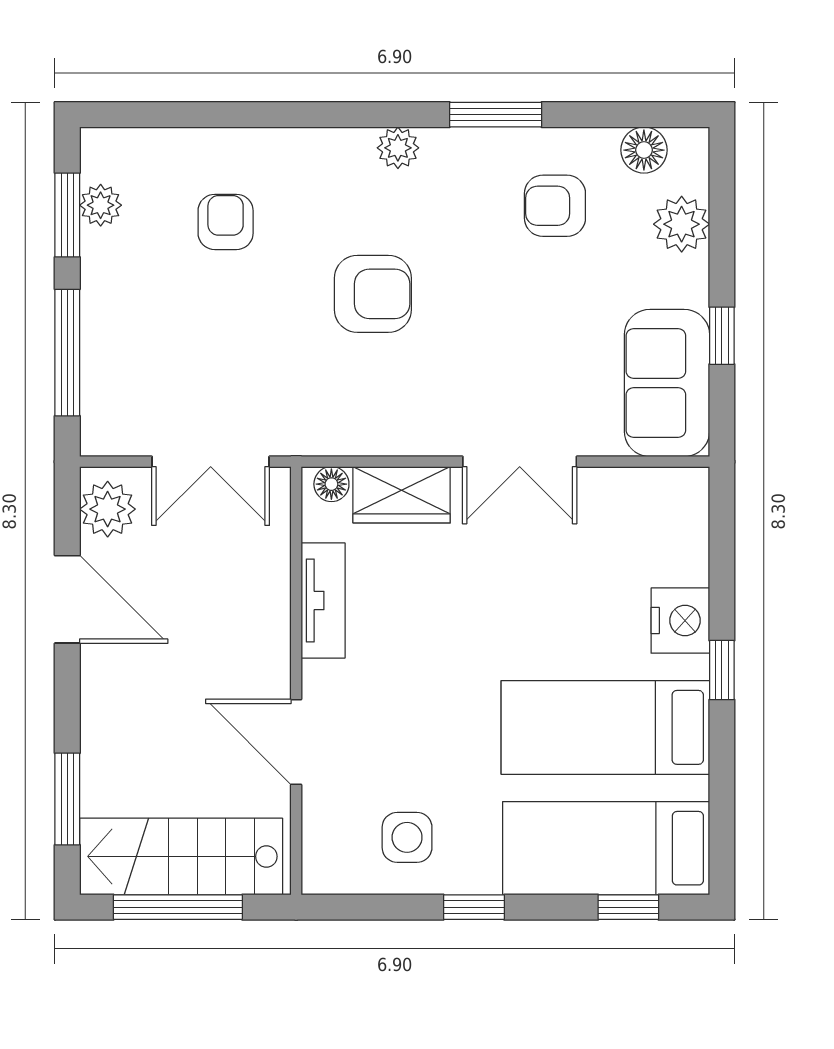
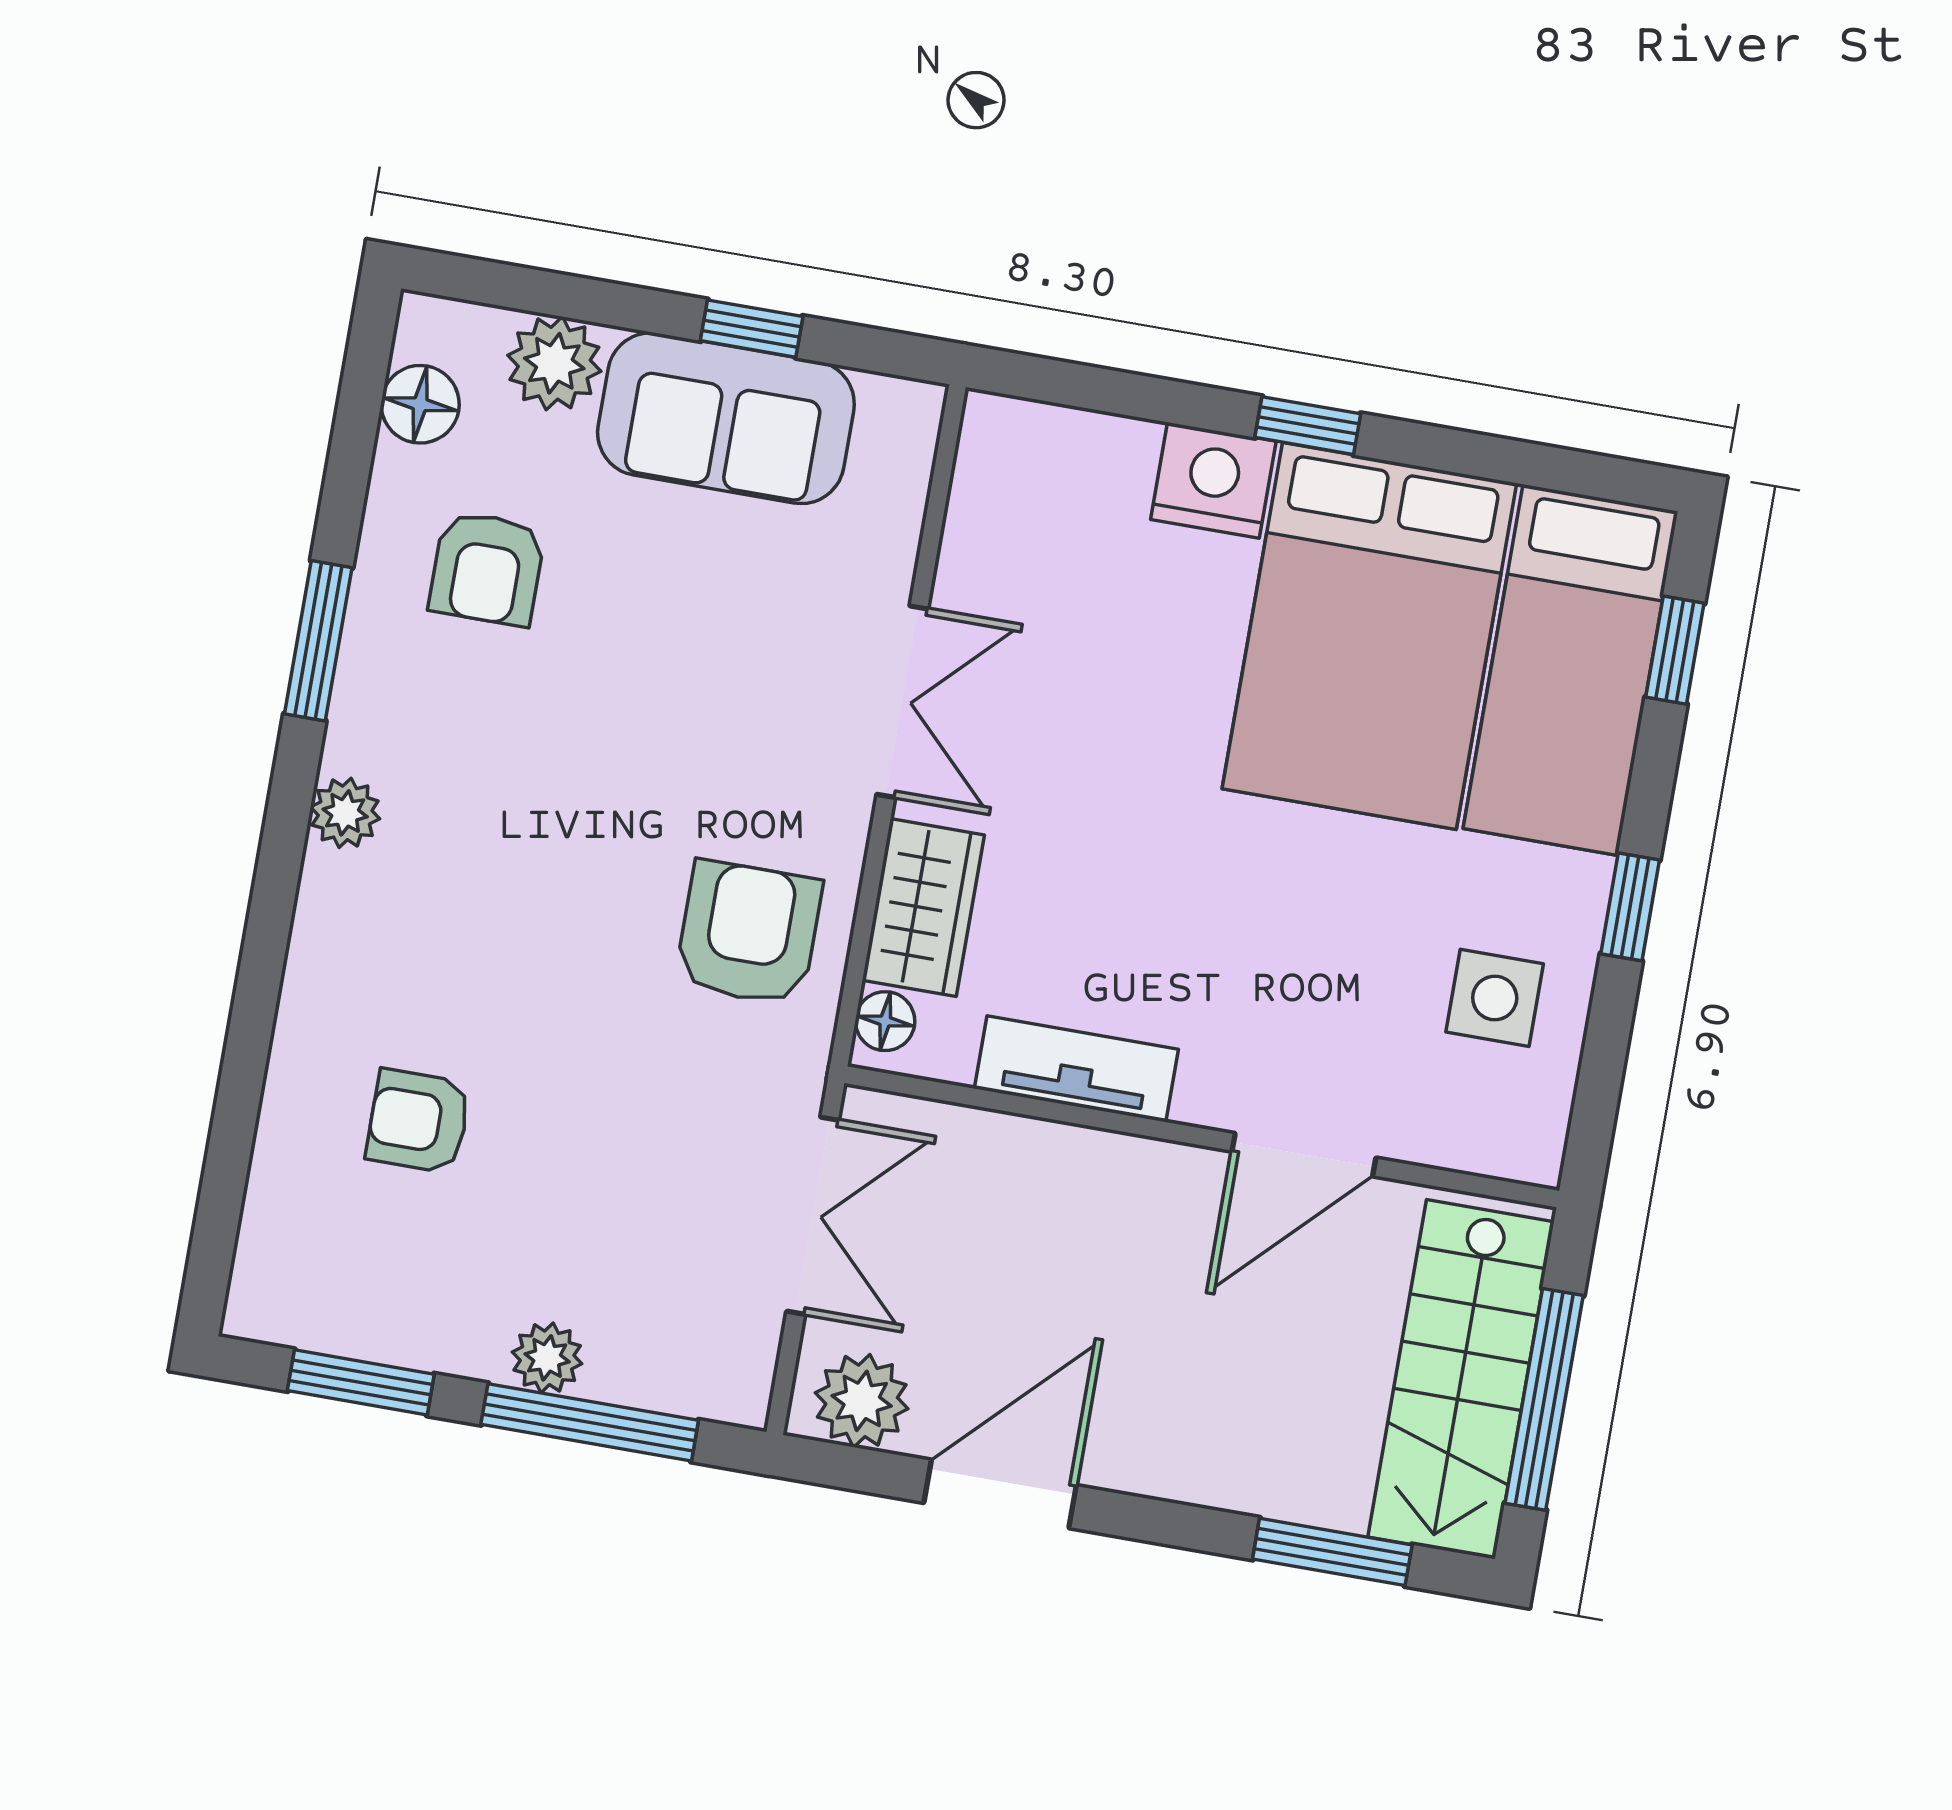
plant: (101, 205) -> (547, 1358), moved
armchair: (373, 294) -> (749, 933), moved
sofa: (667, 383) -> (726, 418), moved
bed: (605, 727) -> (1369, 636), width x1.50

